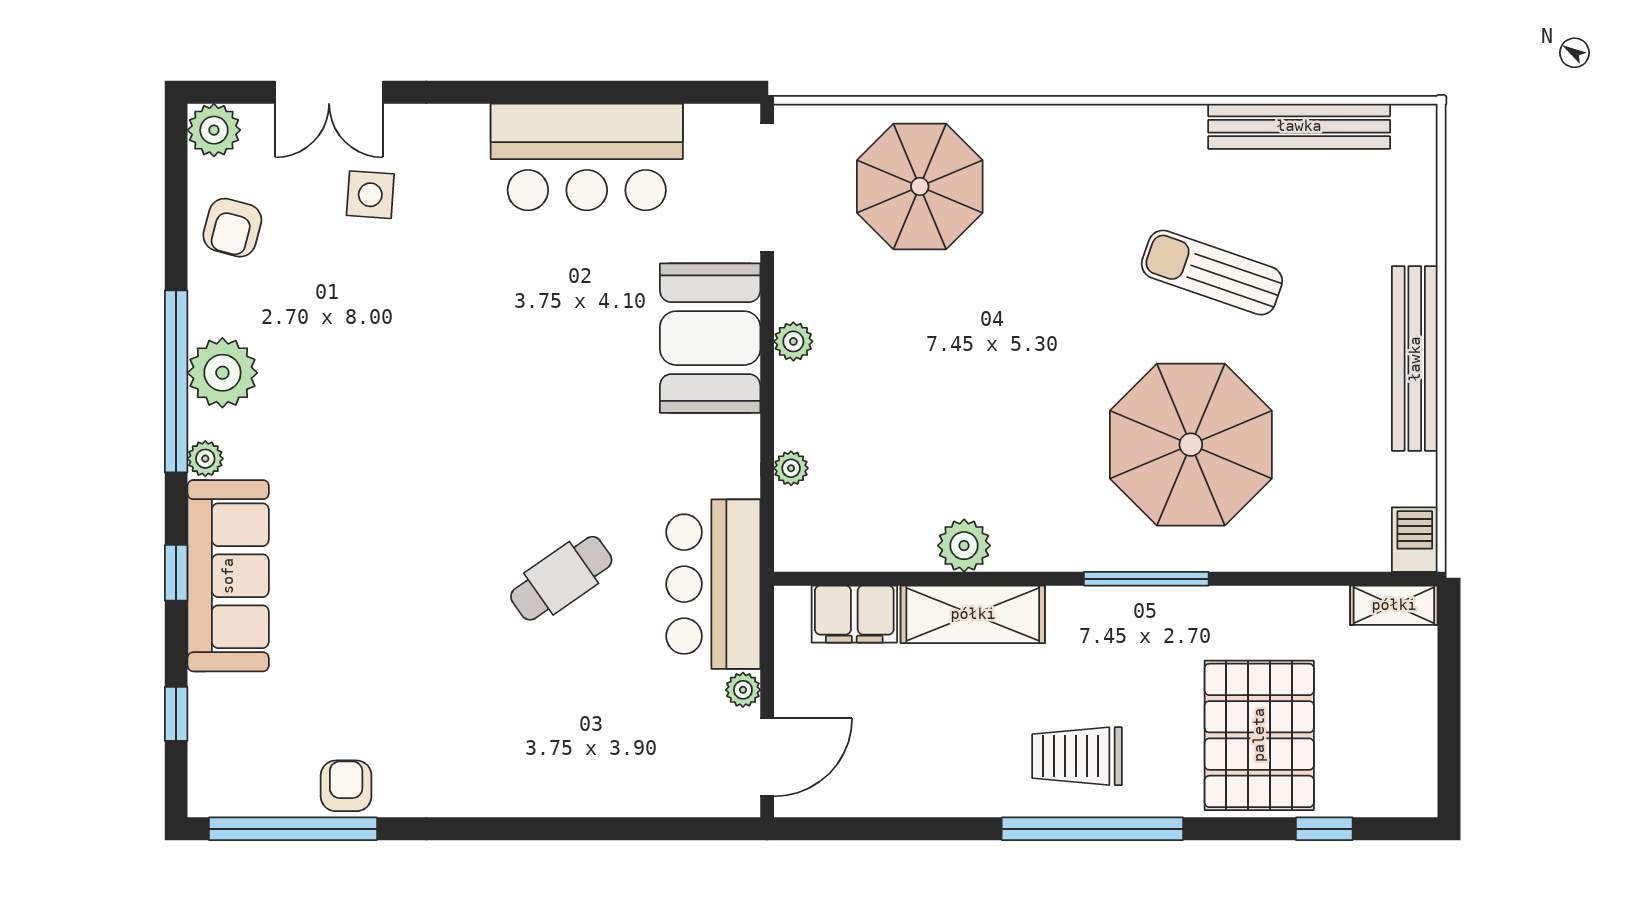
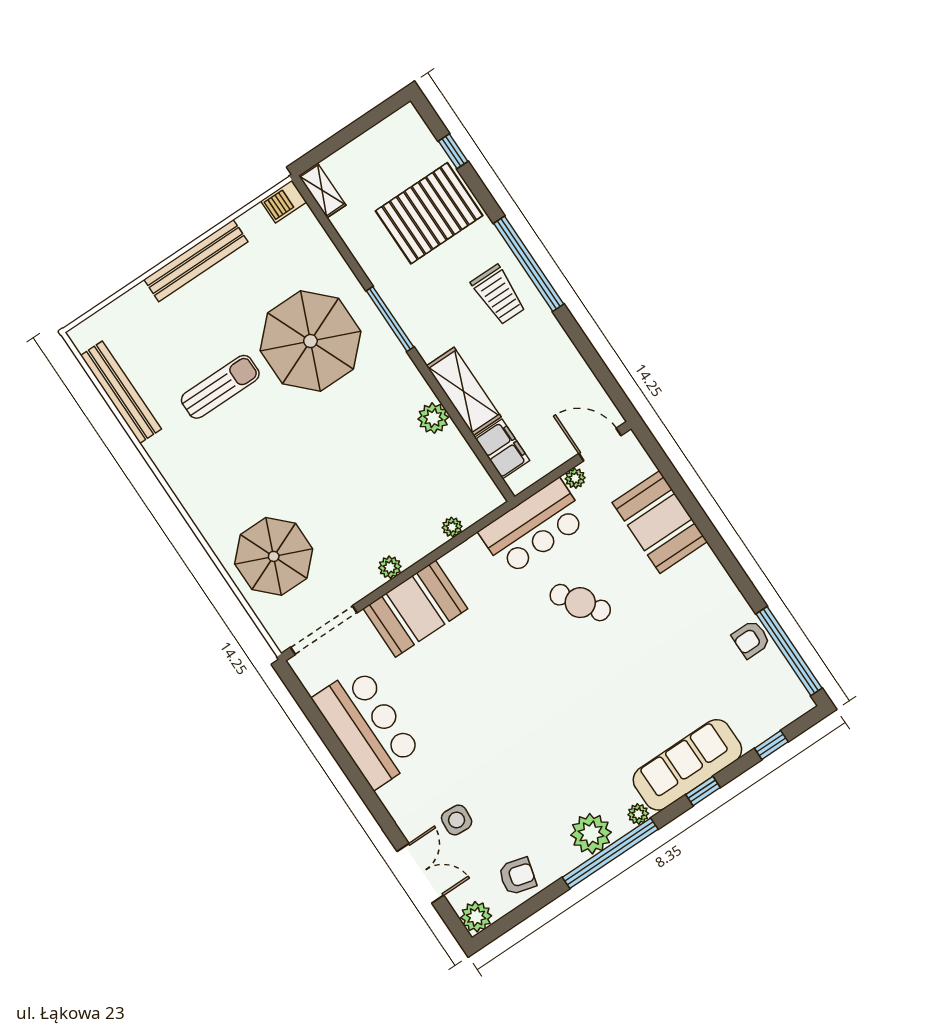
sun lounger: (1212, 273) -> (220, 387), turned -109
booth: (600, 768) -> (660, 522), added

